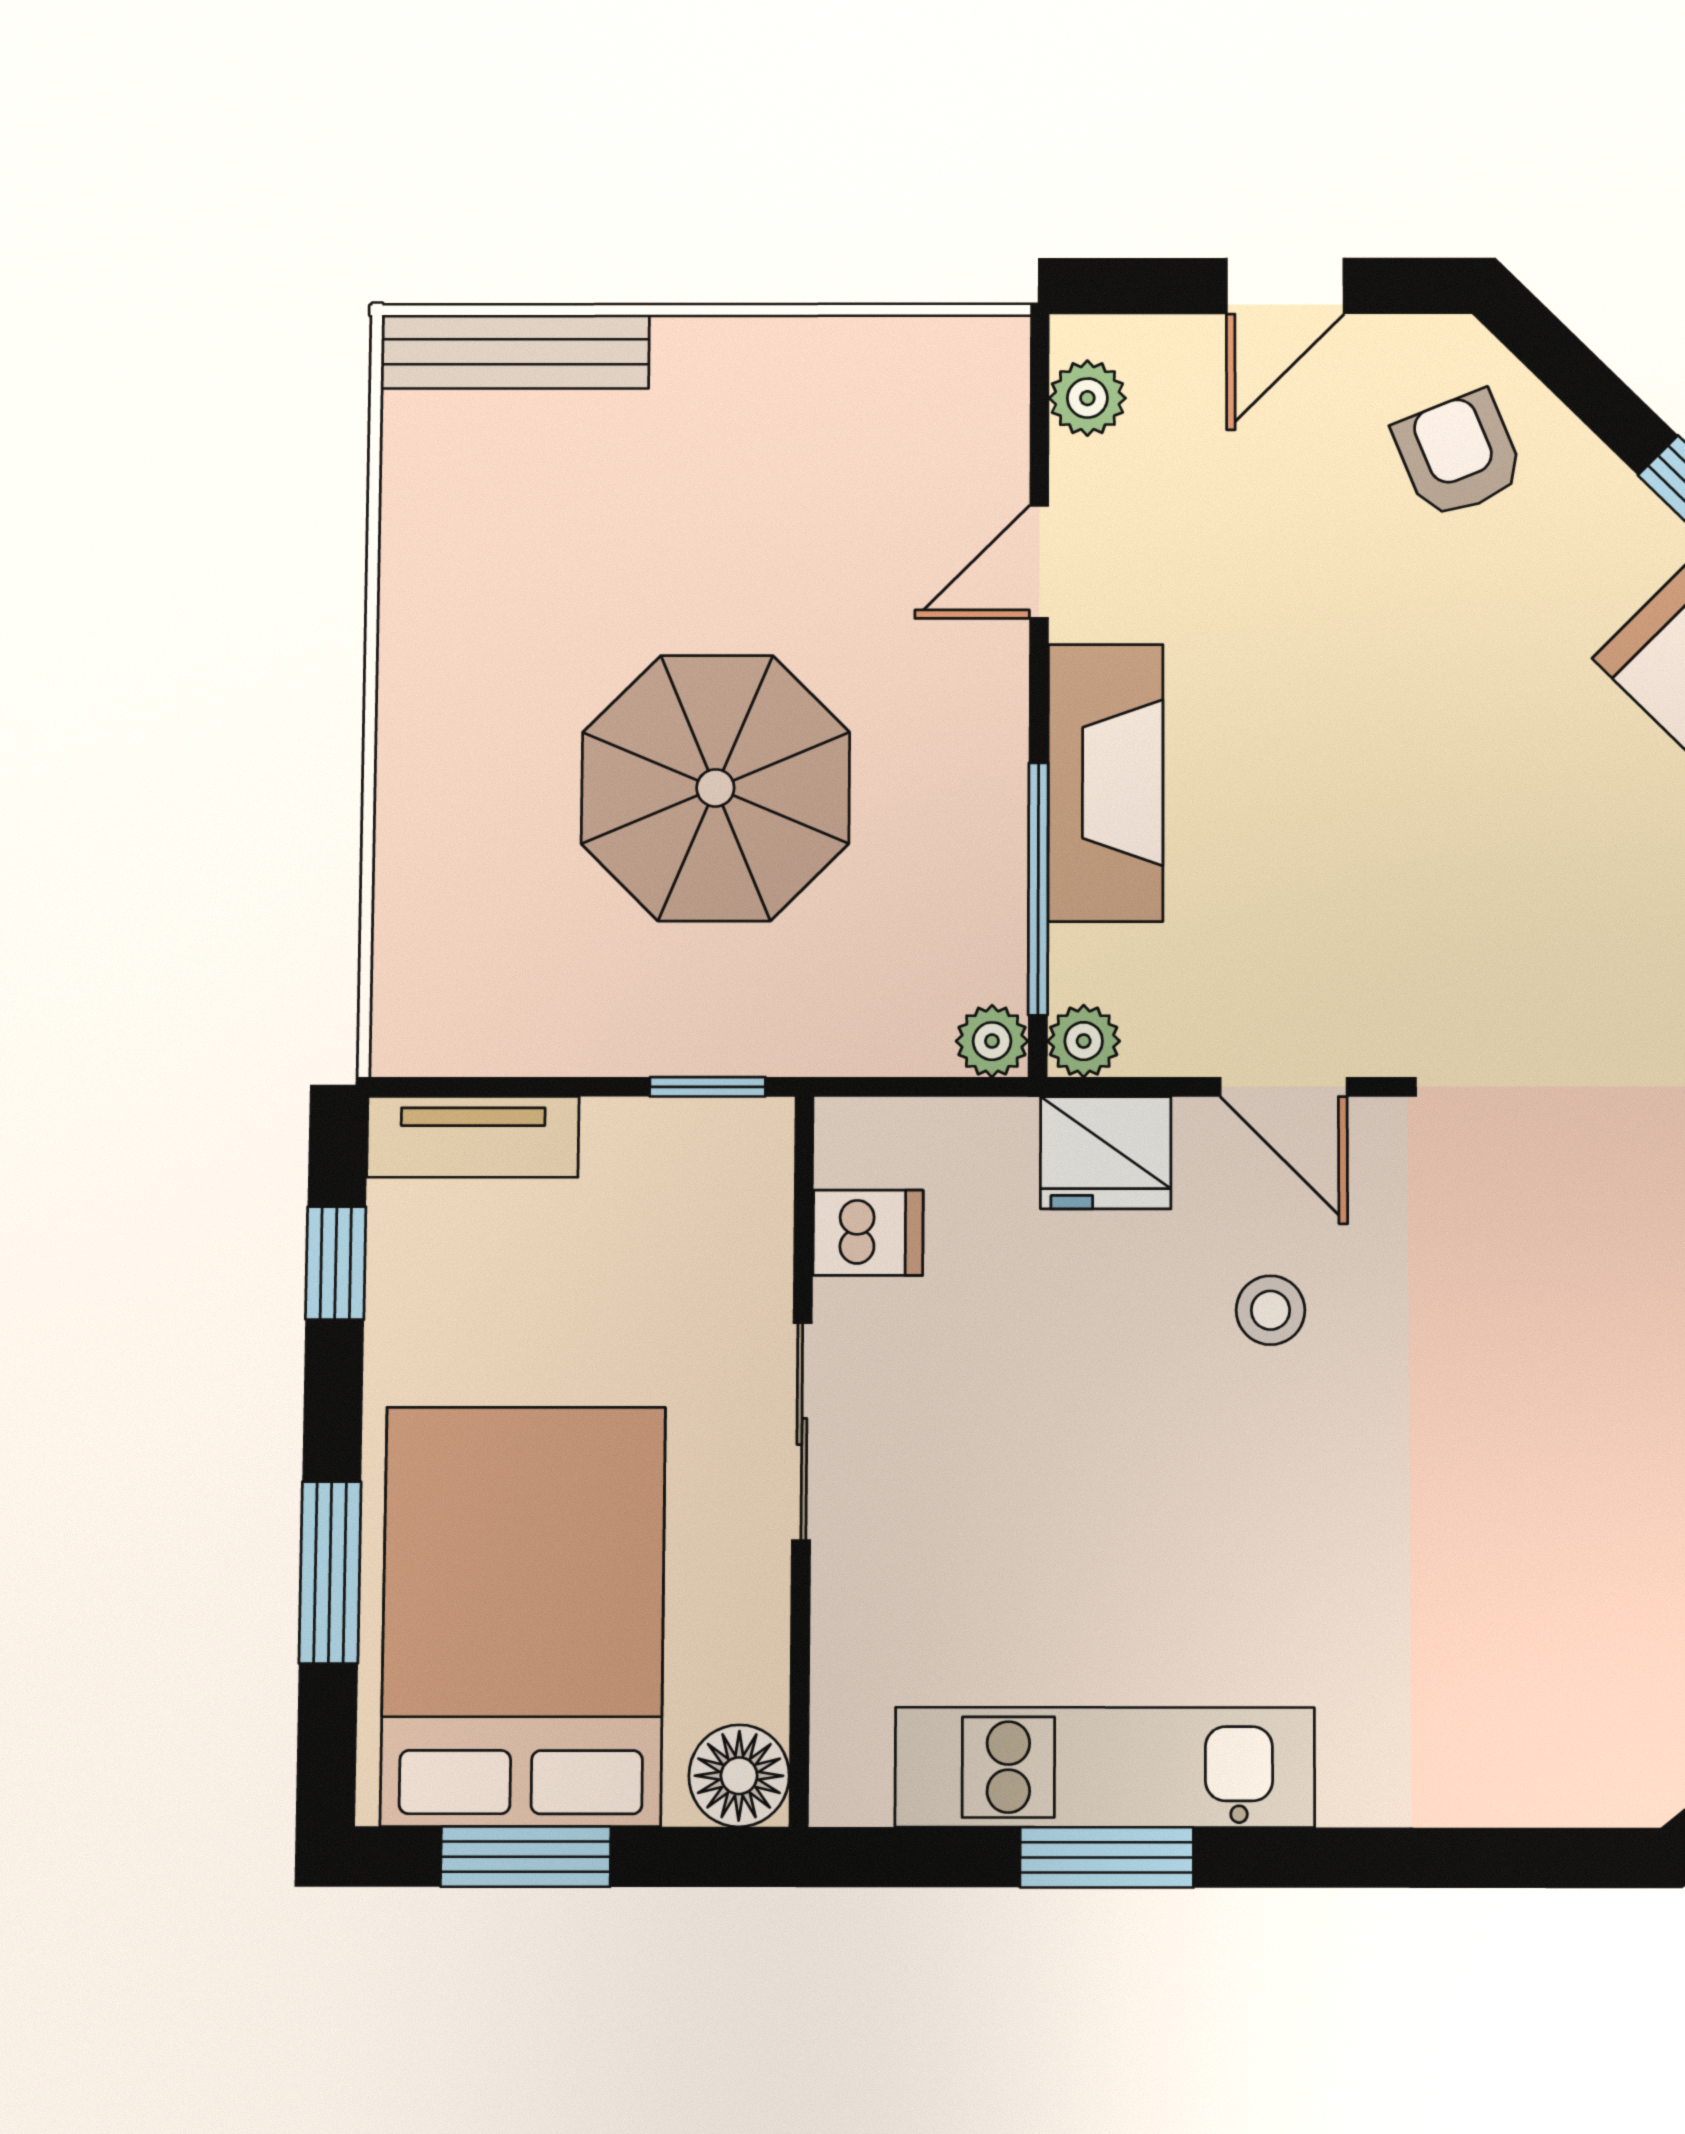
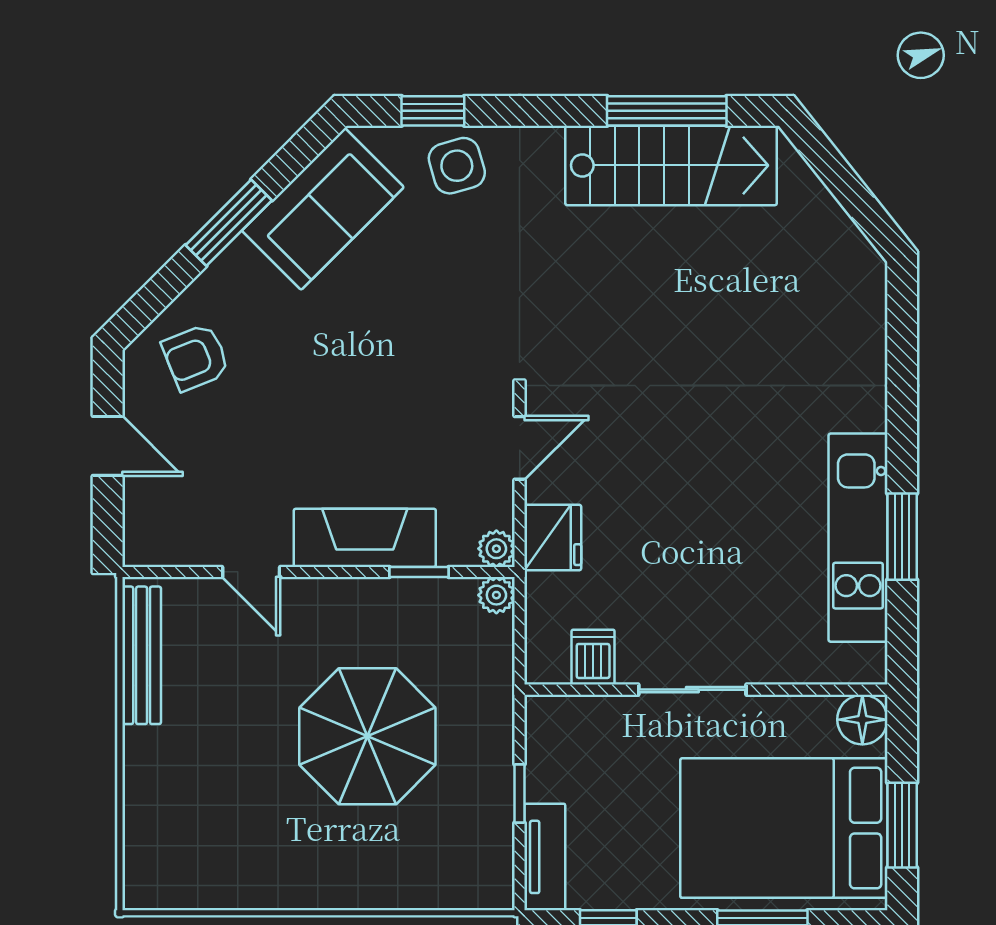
bench: (515, 352) -> (142, 655), moved
plant: (1087, 398) -> (166, 547), removed
window: (1038, 889) -> (419, 572), width x0.46
window: (708, 1087) -> (520, 793), moved
stool: (1270, 1310) -> (632, 455), removed

